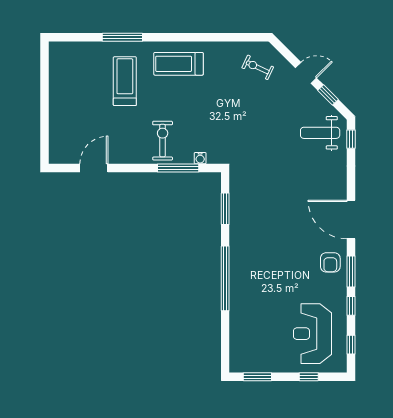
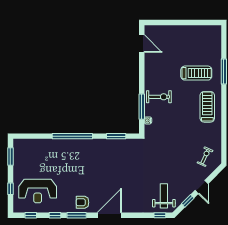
door: (94, 168) -> (142, 44), moved
reception desk: (312, 334) -> (38, 191), turned 180

